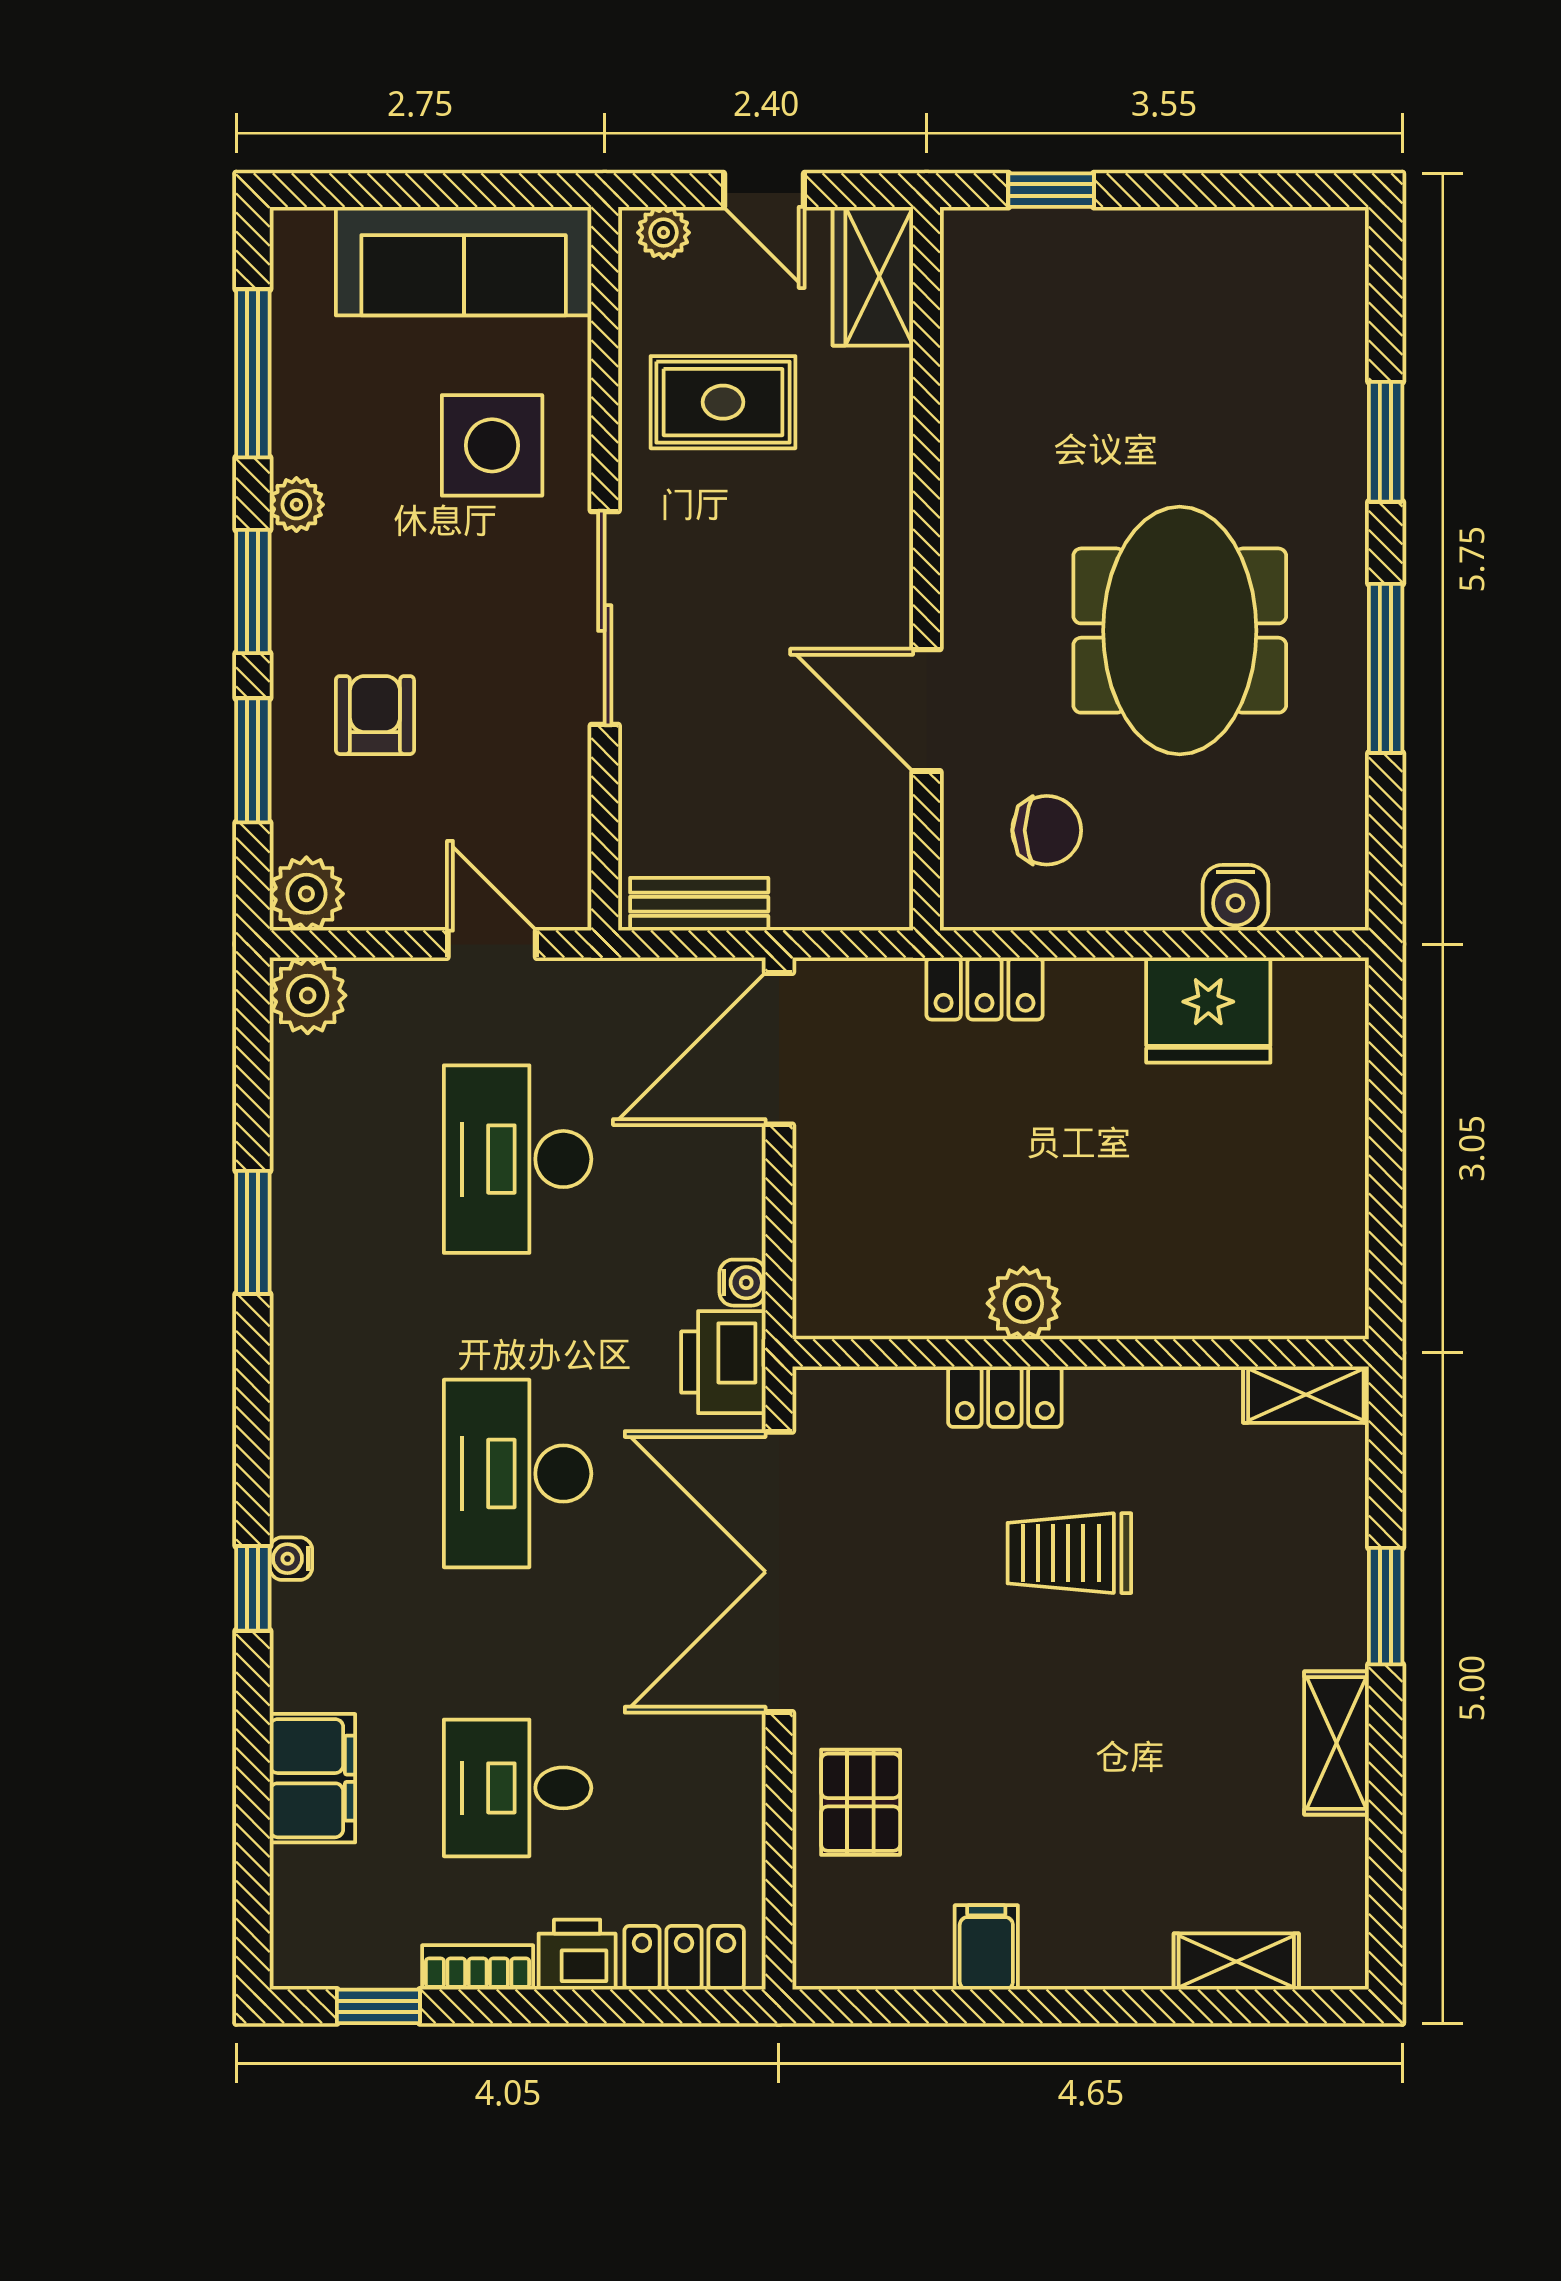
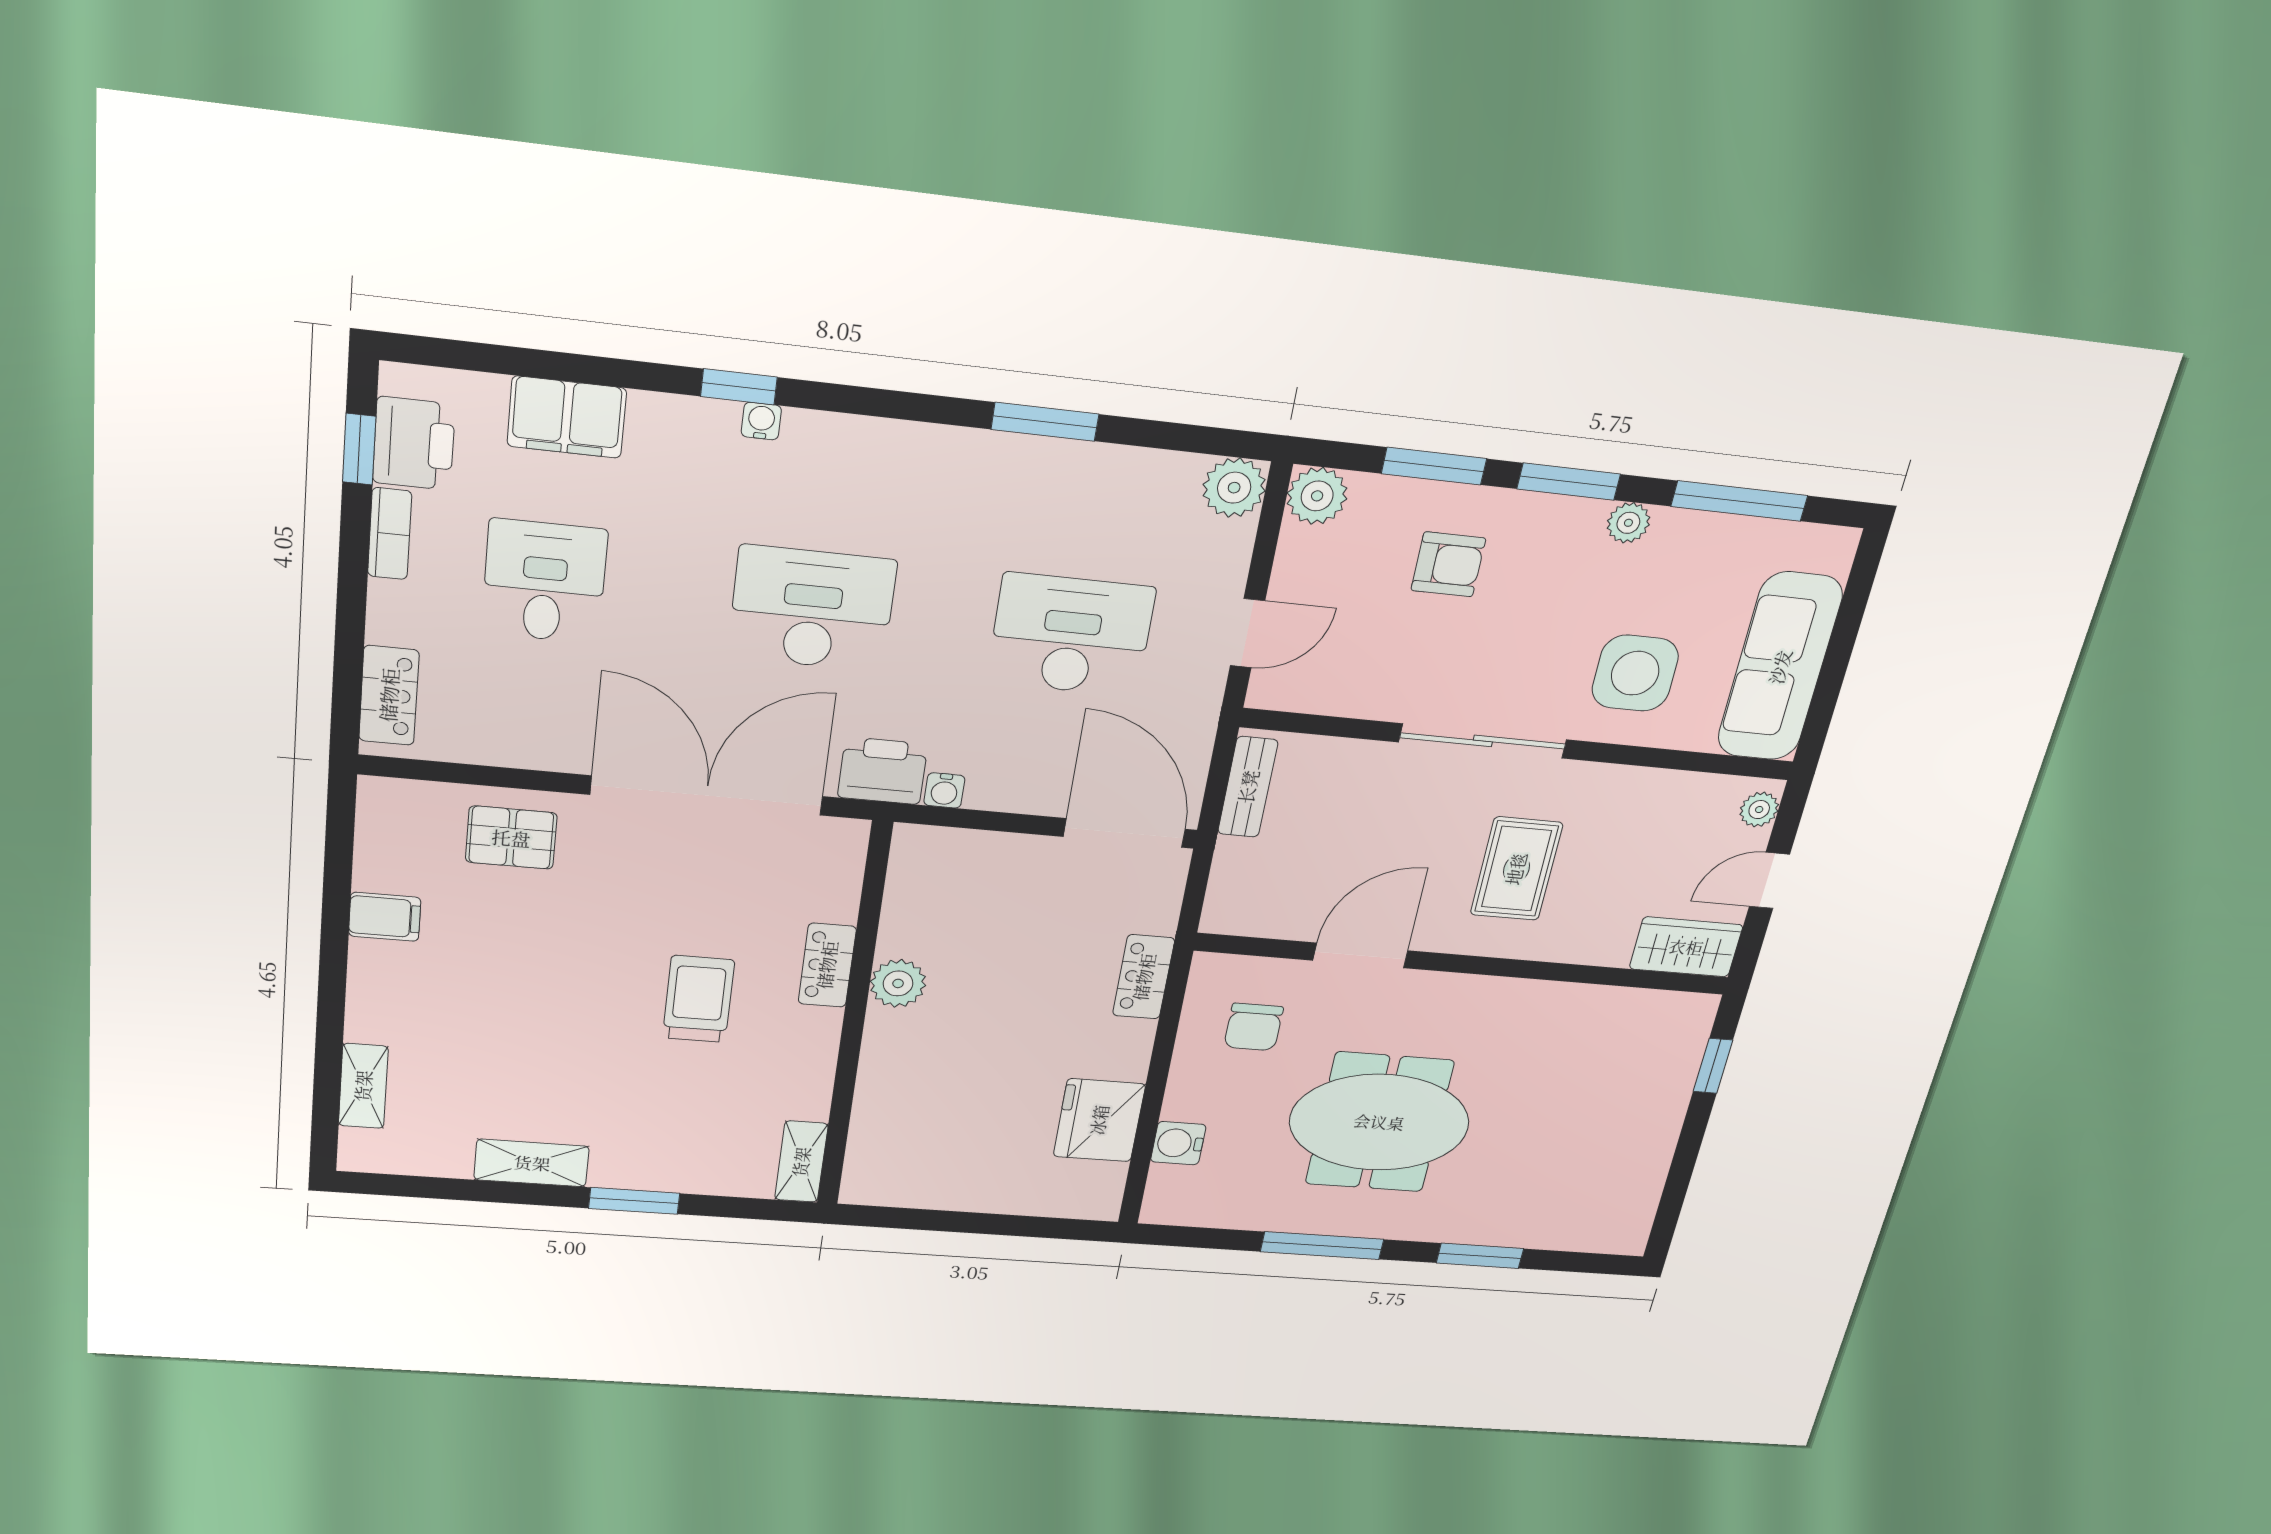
rug: (723, 402) -> (1516, 869), moved
printer: (577, 1955) -> (414, 443), moved, width x1.36, depth x1.24

